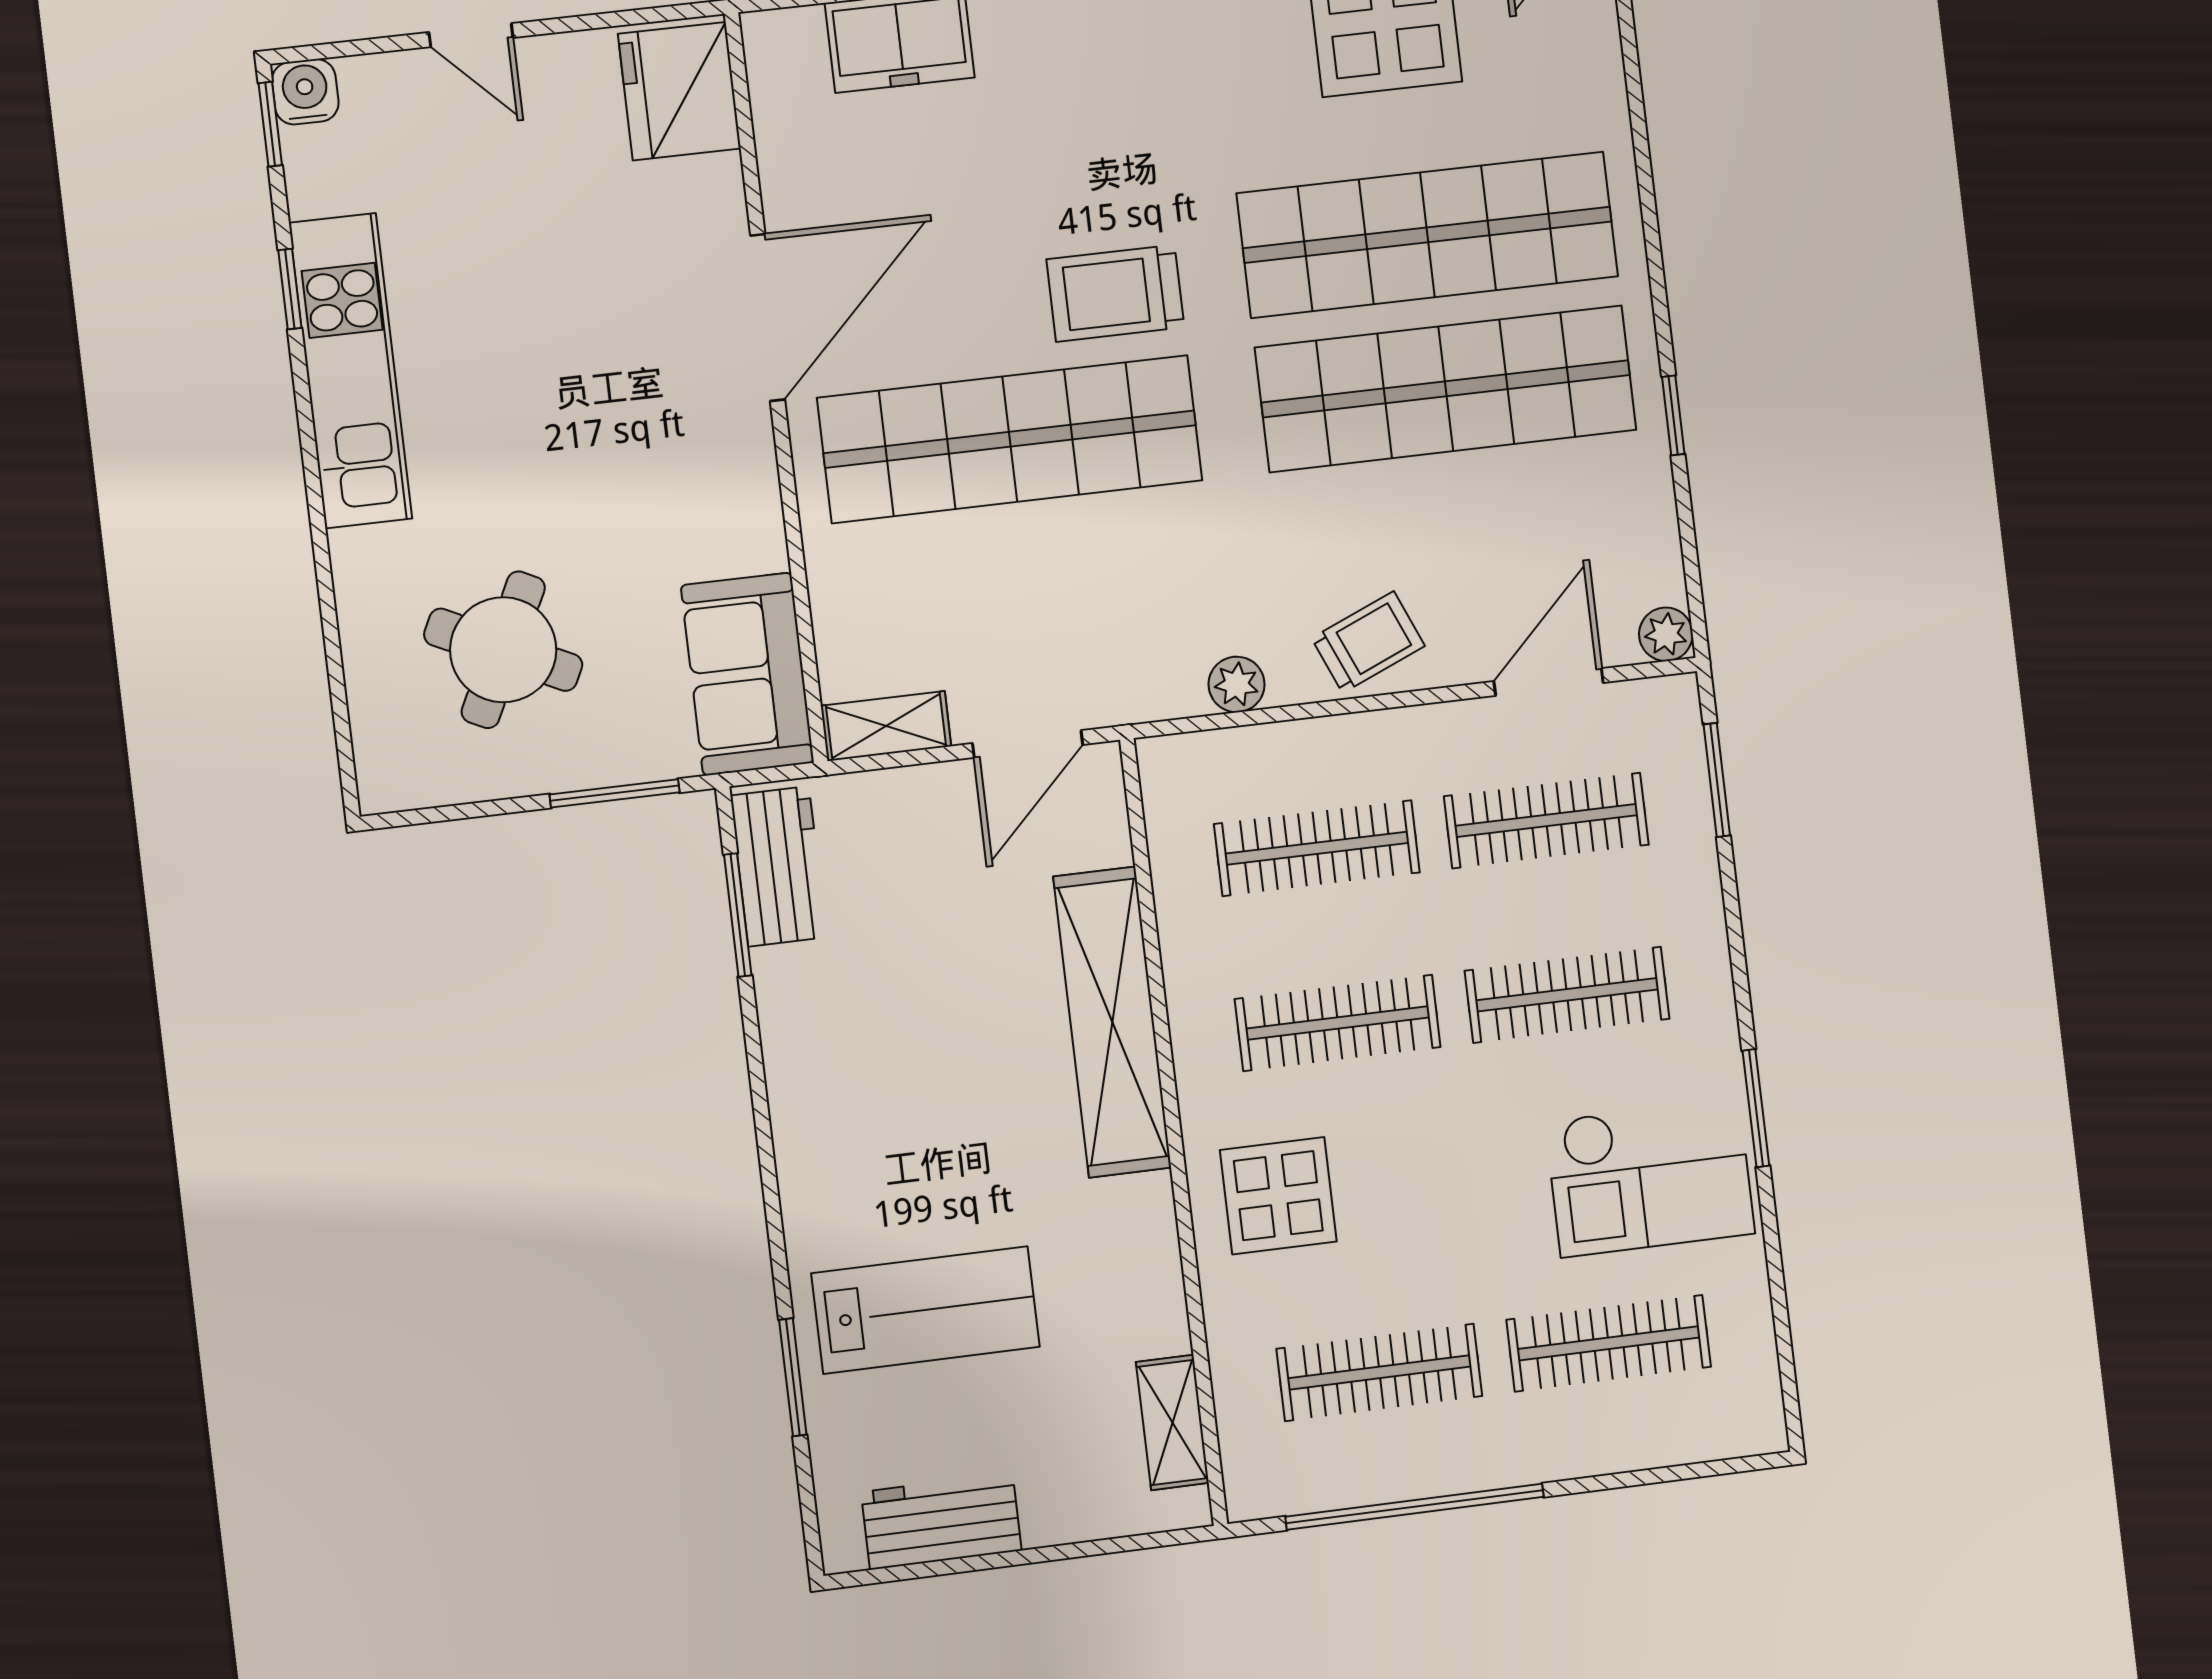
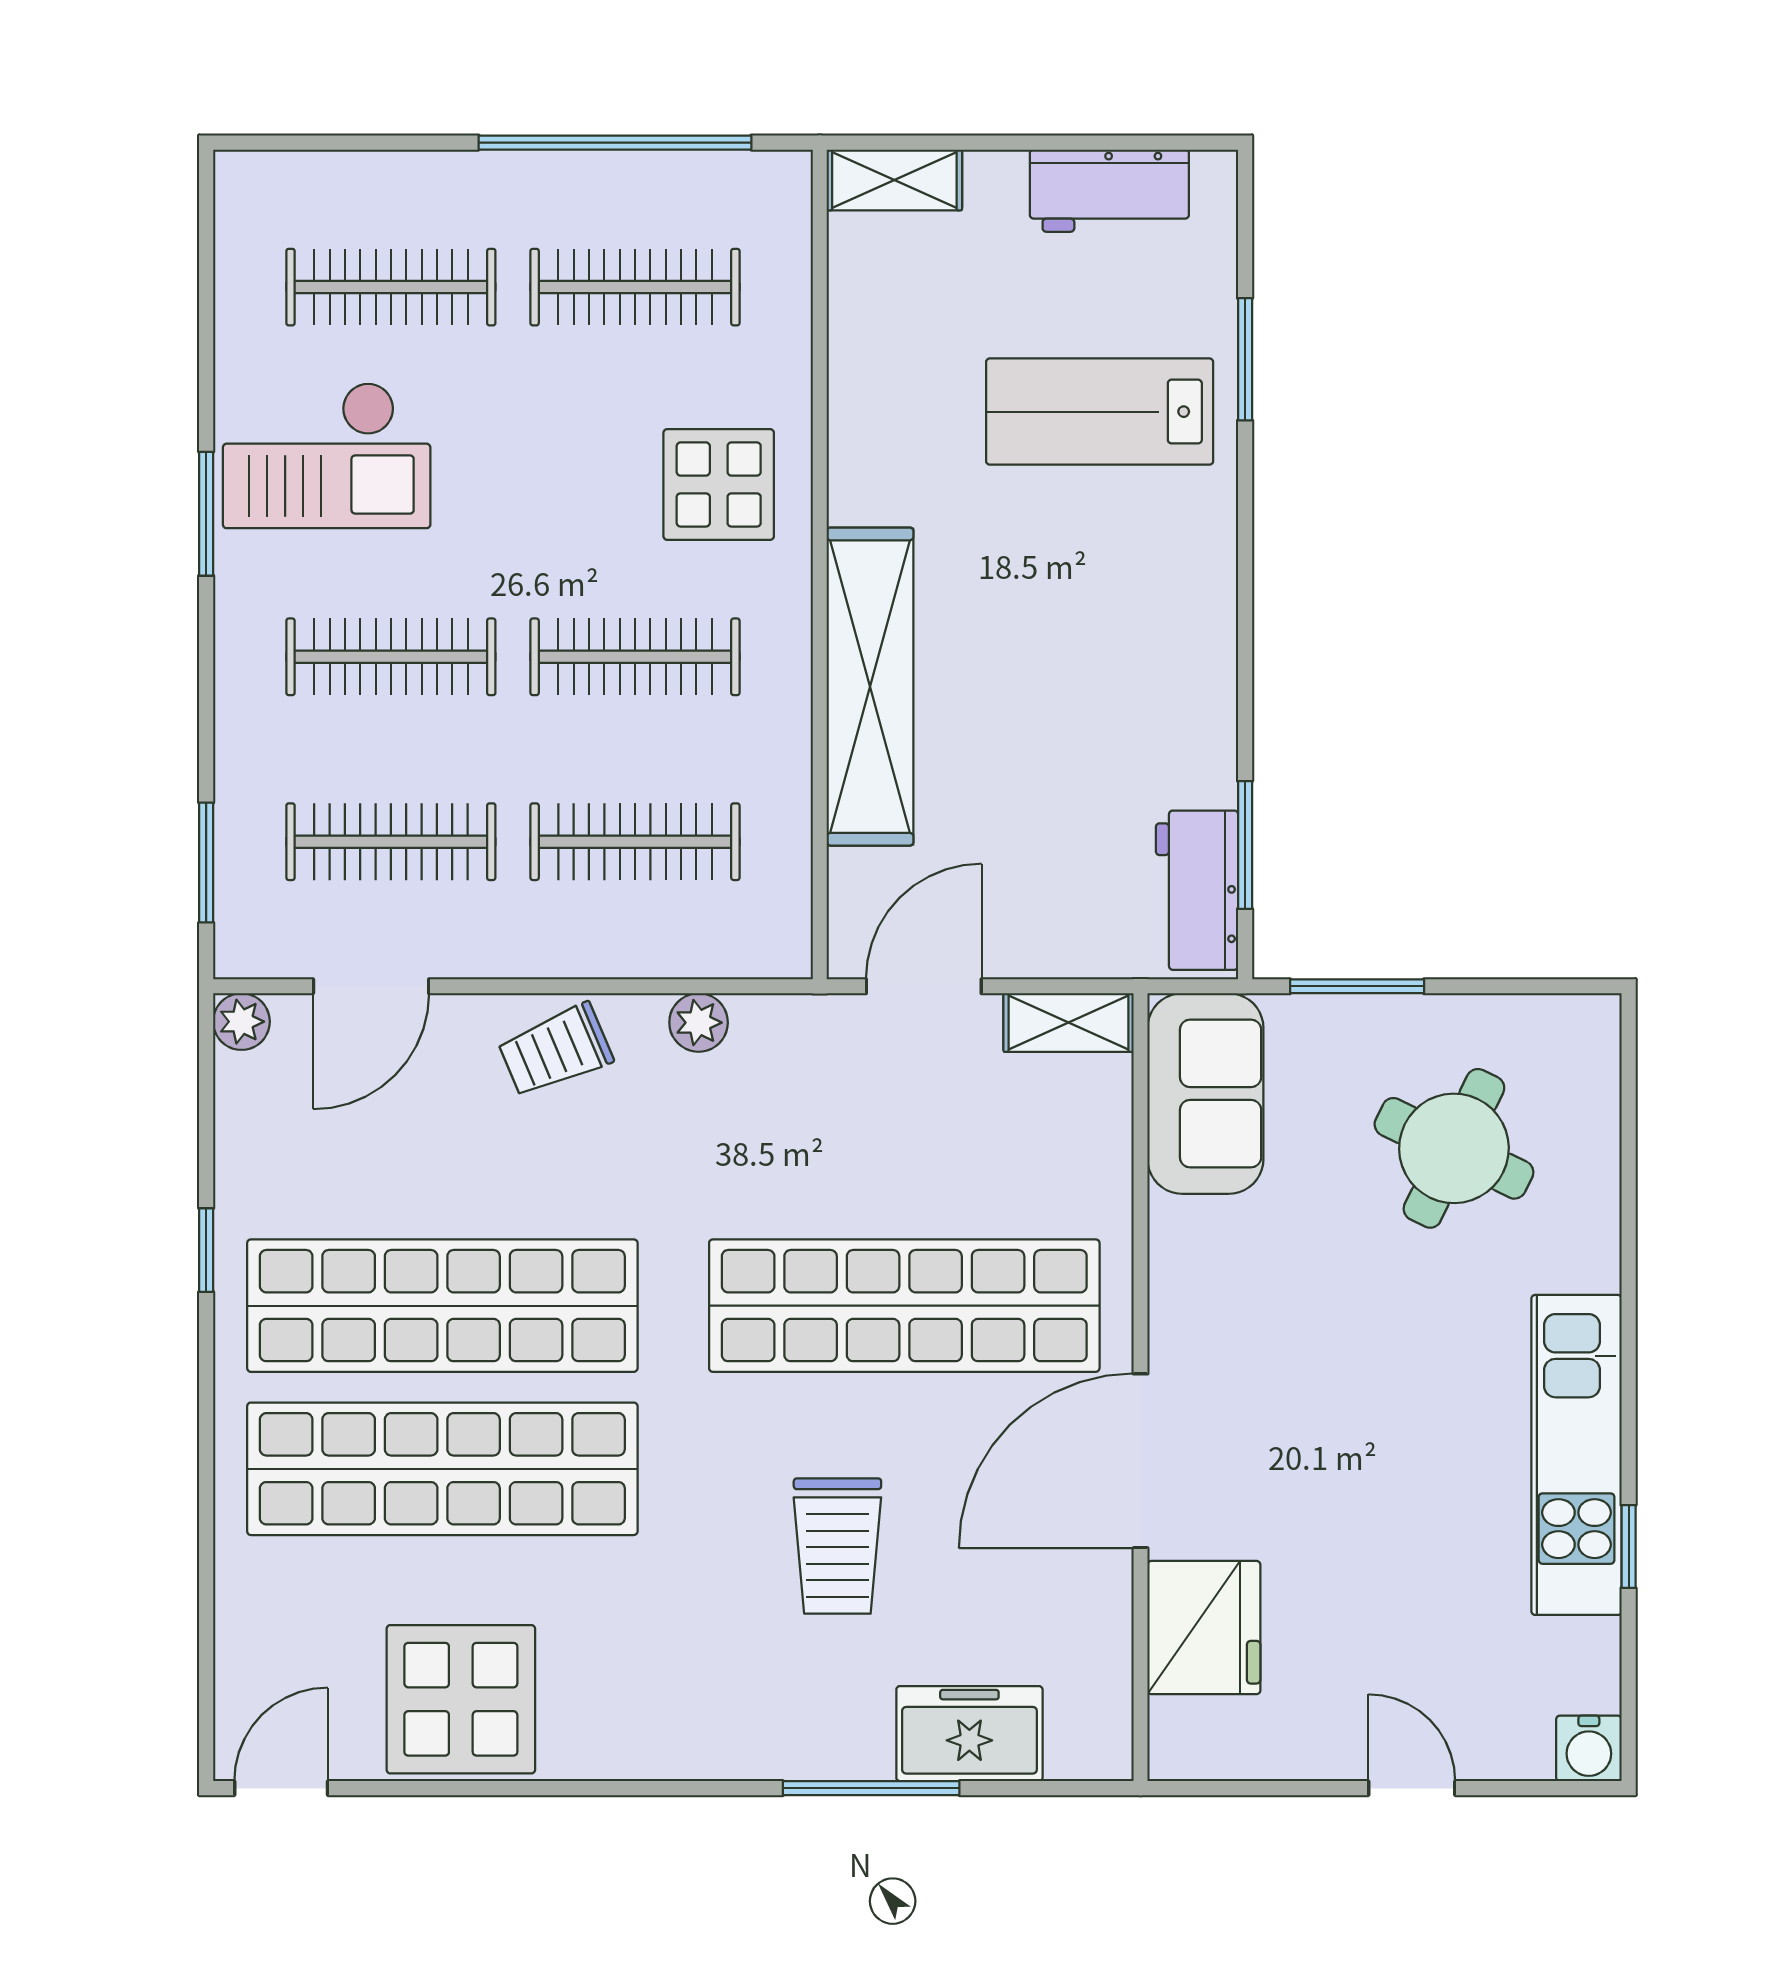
fridge: (679, 91) -> (1204, 1628), moved
window: (270, 124) -> (1629, 1719), removed
trolley: (1115, 293) -> (837, 1546), moved, turned 90
checkout: (1650, 1177) -> (327, 455), turned 180
shelving: (1172, 1422) -> (894, 180), moved, turned 90

